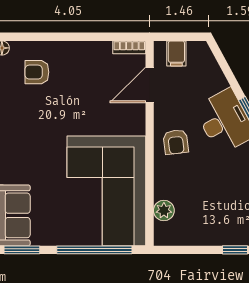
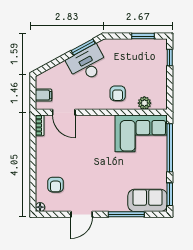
armchair: (176, 142) -> (118, 93), moved, turned 97
corner sofa: (106, 191) -> (141, 133), width x0.73, depth x0.74

